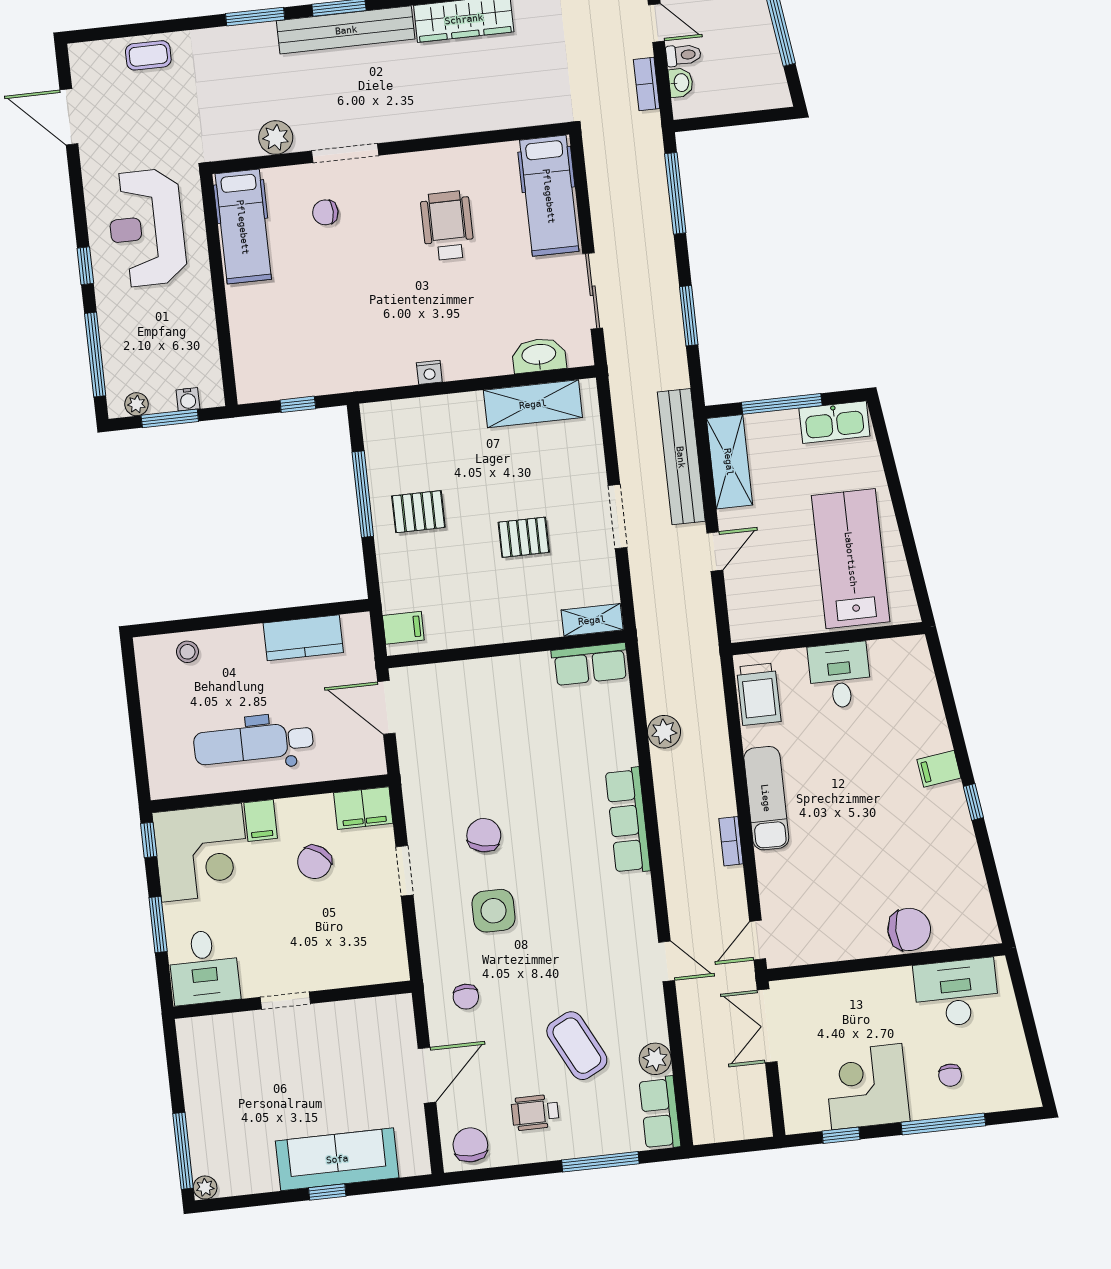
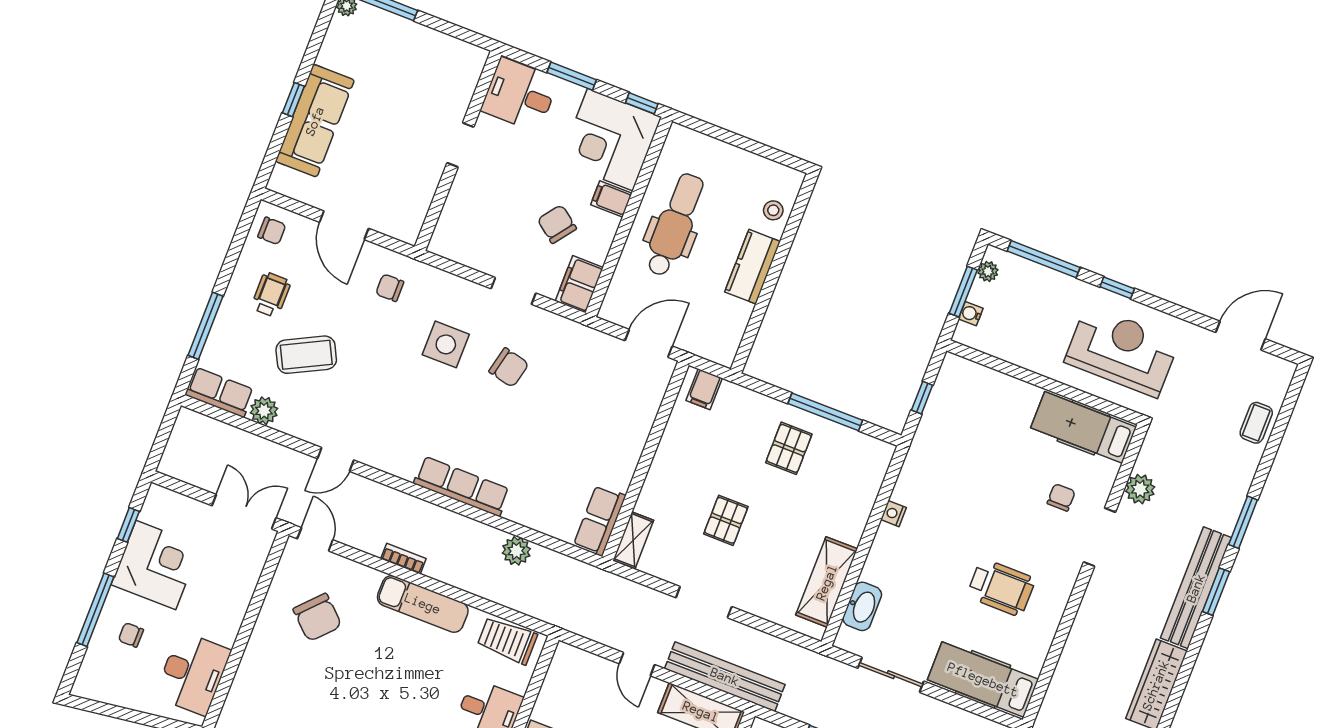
kitchen counter: (303, 638) -> (753, 267), moved
chair: (909, 929) -> (317, 617), moved, turned -47
chair: (470, 1145) -> (272, 231), width x0.73, depth x0.73

